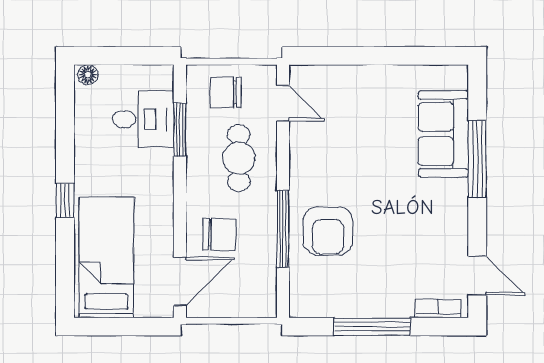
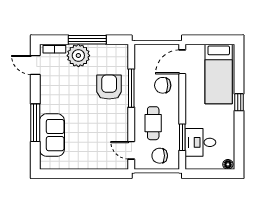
chair: (226, 92) -> (160, 156), turned 180
plant: (390, 295) -> (78, 56), added

